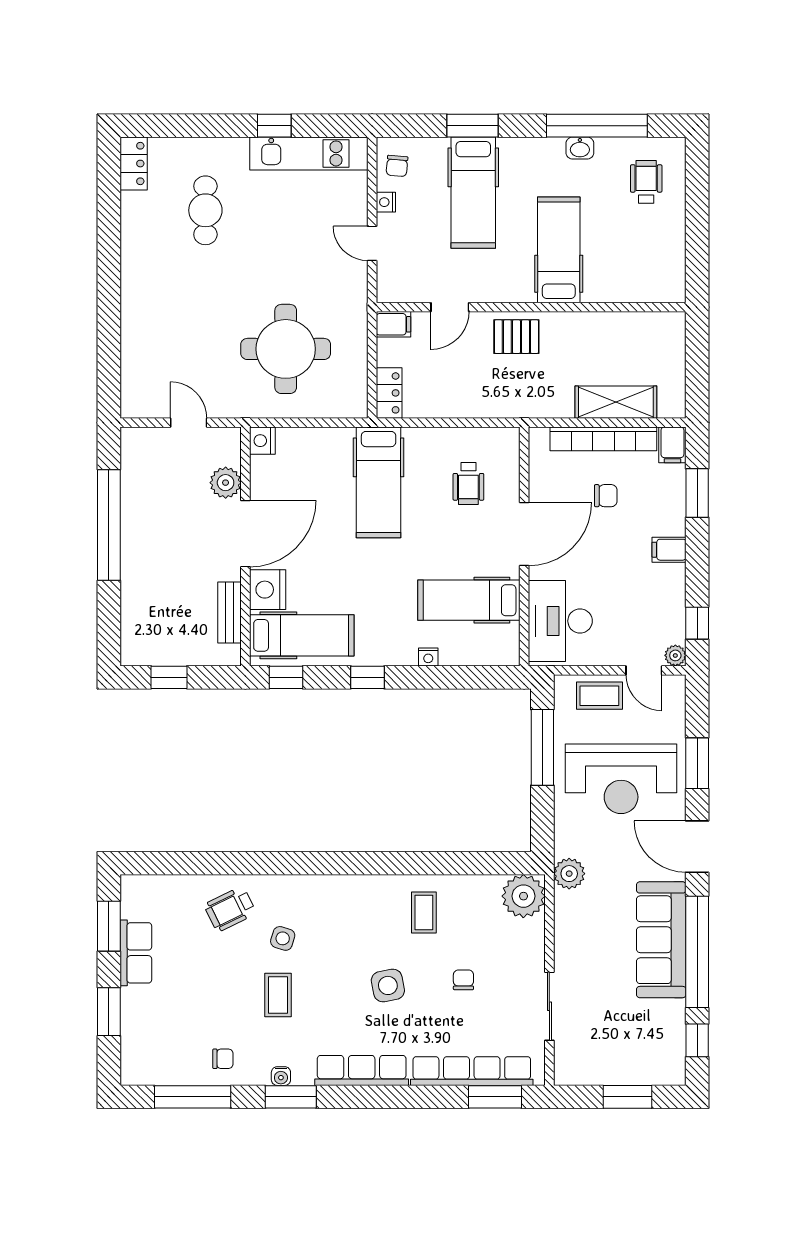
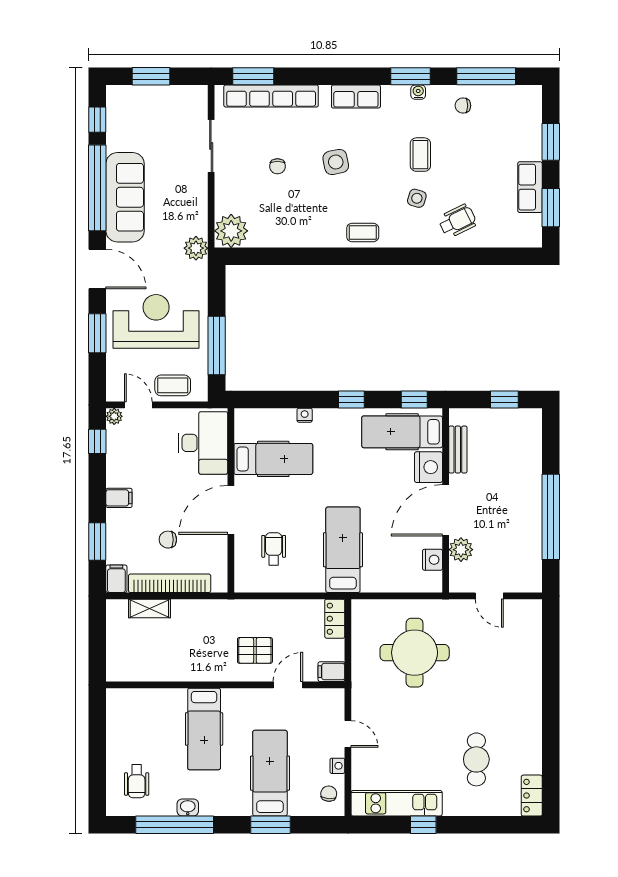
pallet: (516, 337) -> (255, 650), moved
shelving: (616, 402) -> (149, 609), width x0.67, depth x0.75
nightstand: (262, 441) -> (433, 560), moved
coffee table: (424, 912) -> (363, 233), moved, turned 90
row of seats: (362, 1070) -> (356, 97), width x0.68

